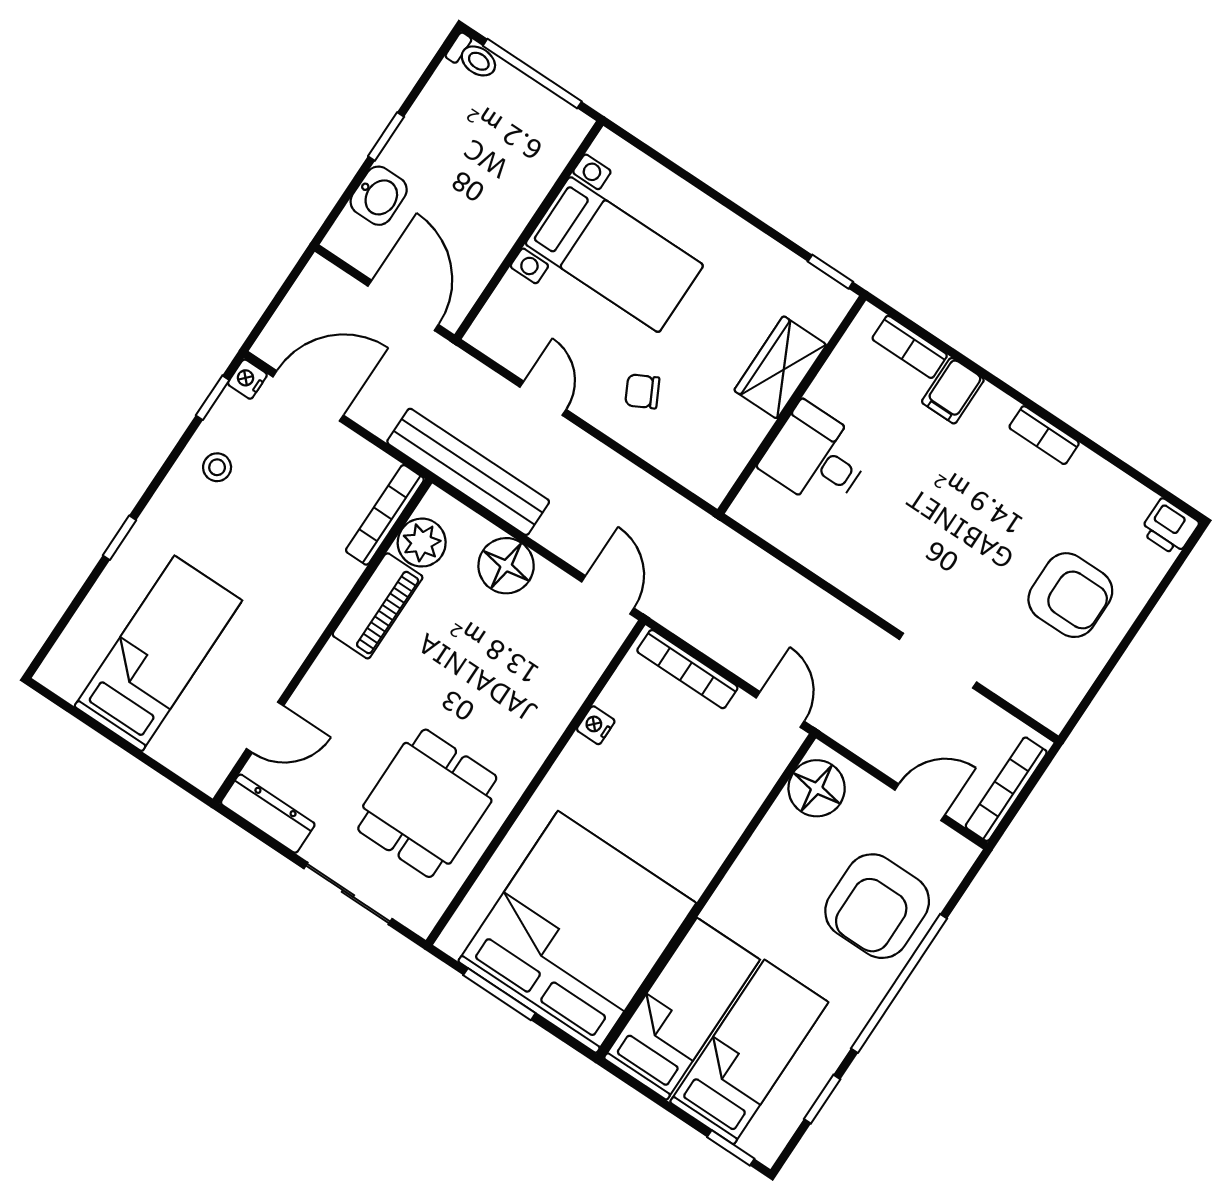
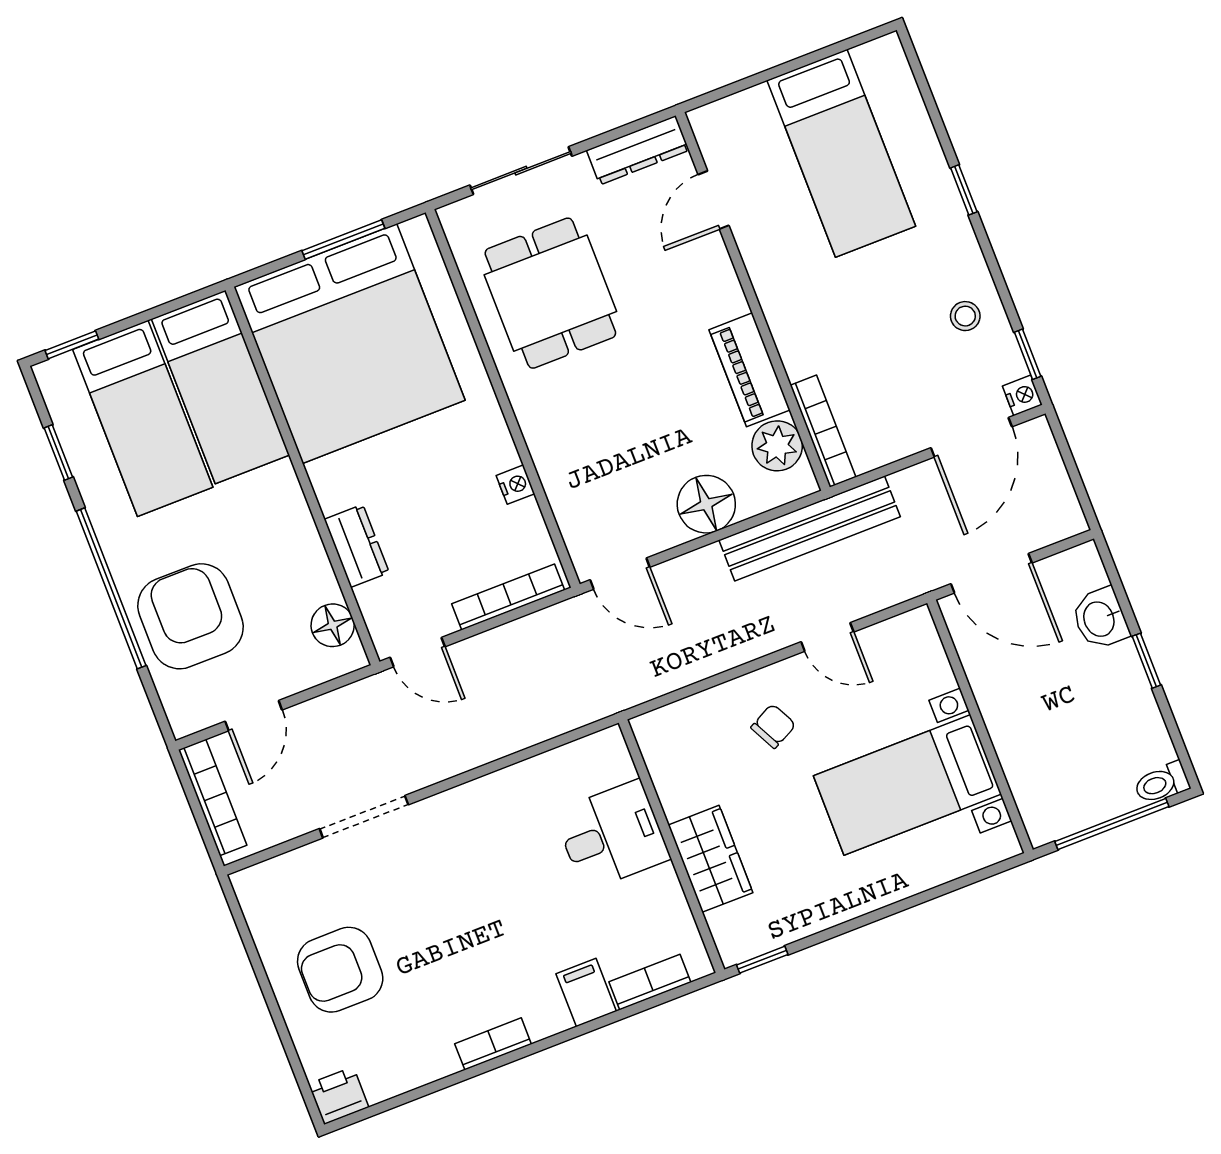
floor lamp: (817, 788) -> (333, 625), width x0.73, depth x0.73
dresser: (731, 815) -> (357, 546), added

